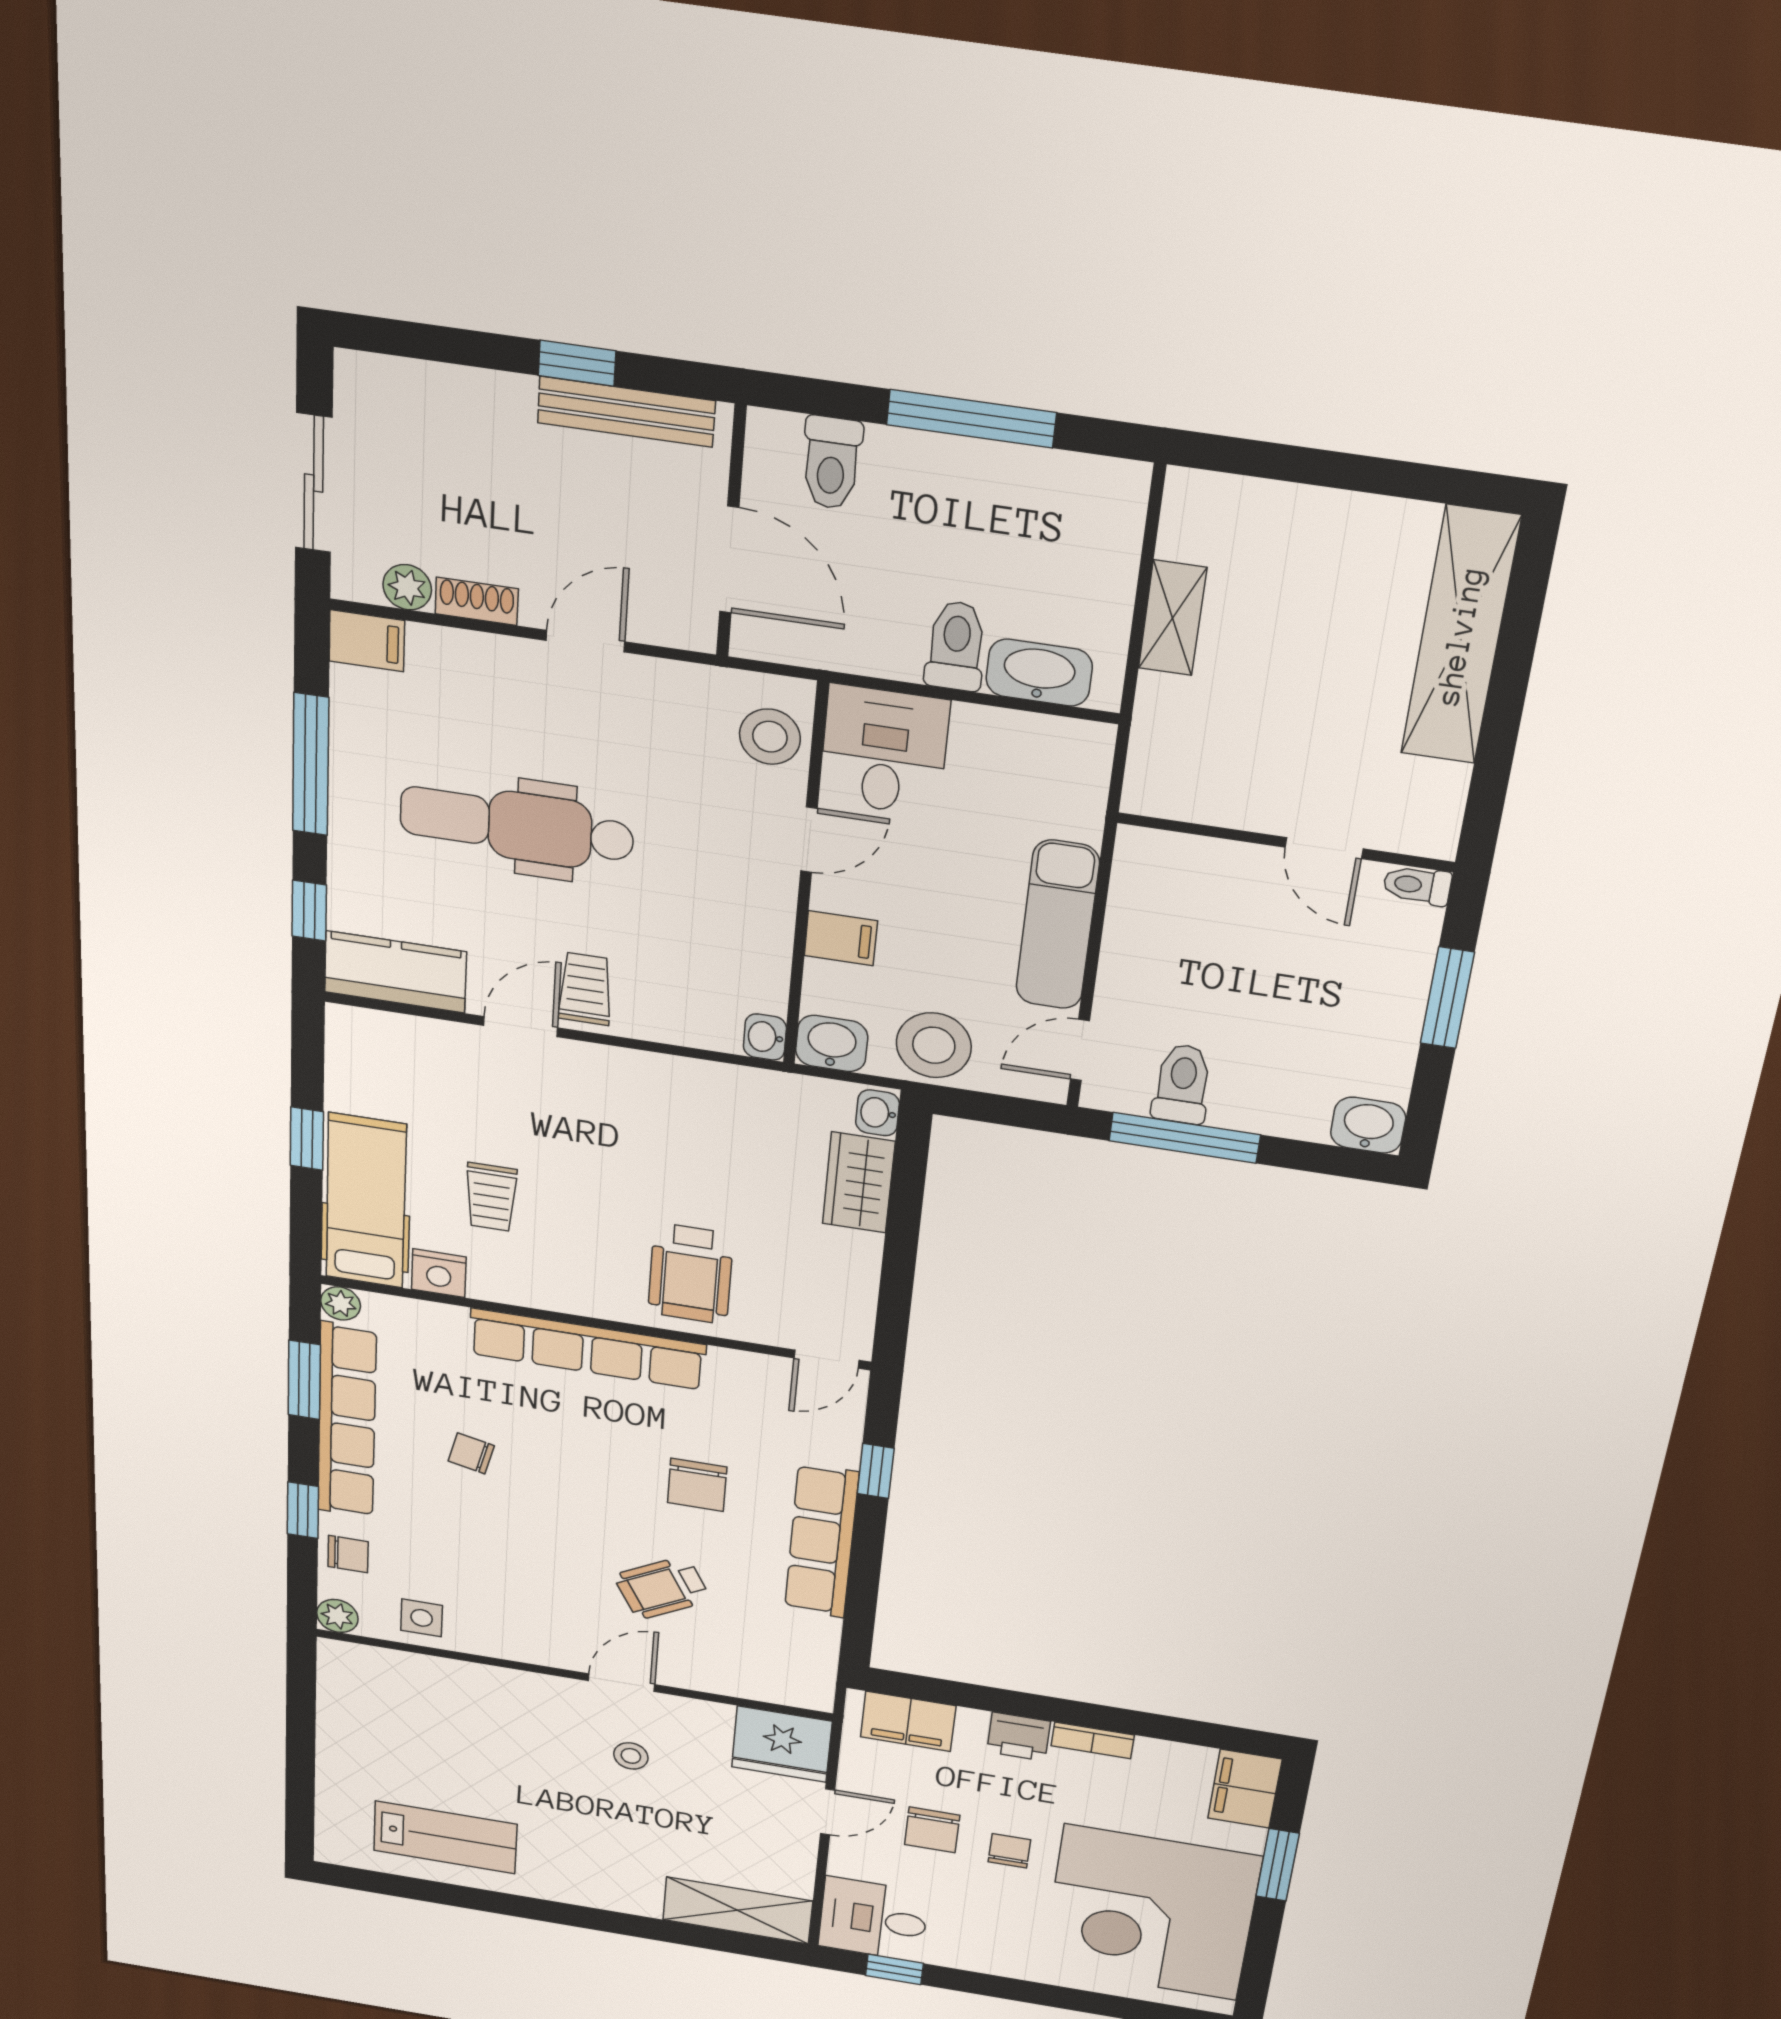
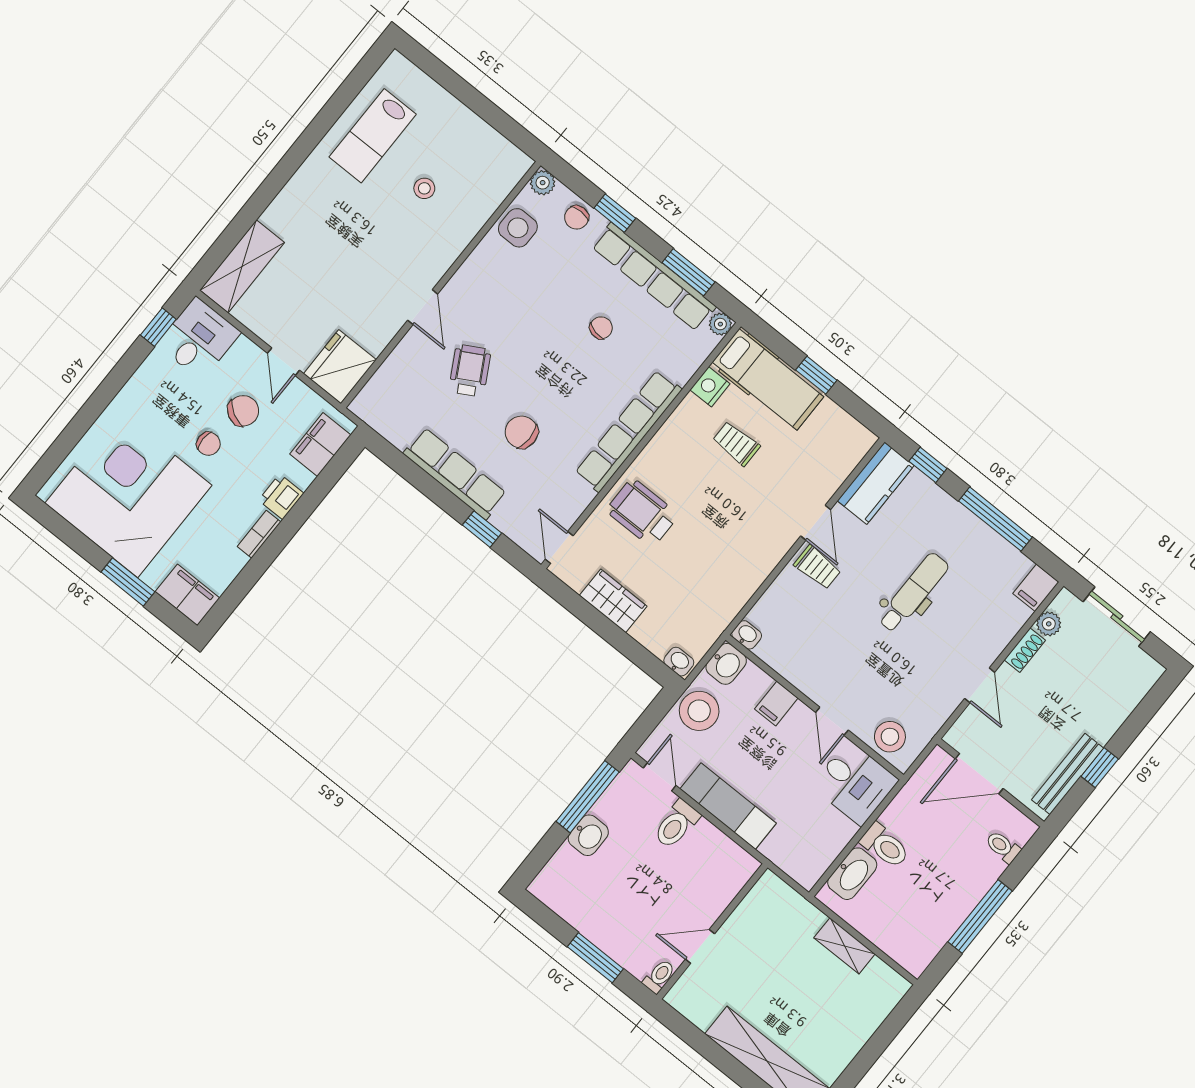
toilet: (831, 463) -> (1003, 847), width x0.73, depth x0.72
dental chair: (517, 826) -> (913, 593), width x0.73, depth x0.72
toilet: (1182, 1084) -> (676, 824), moved, turned 90
washbasin: (1368, 1125) -> (588, 835), moved
wardrobe: (859, 1183) -> (613, 601), moved
side table: (422, 1618) -> (518, 228), width x1.37, depth x1.37
stool: (631, 1756) -> (424, 188), moved
chair: (932, 1830) -> (243, 411), turned 119

